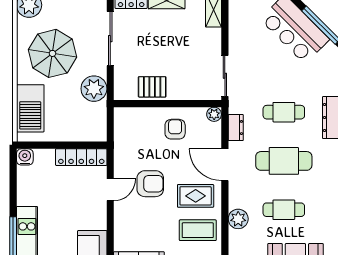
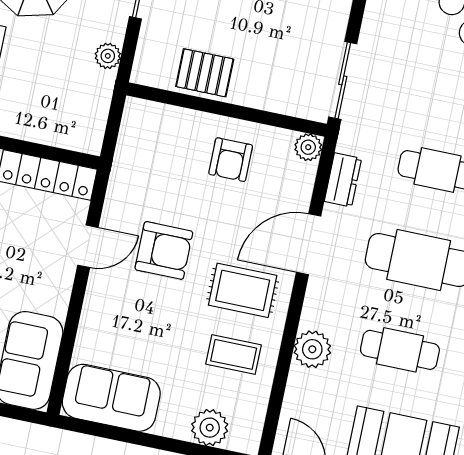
plant: (94, 89) -> (108, 56), width x0.53, depth x0.53
armchair: (175, 129) -> (231, 160), turned 180
door: (225, 165) -> (309, 244), hinge flipped
coffee table: (198, 230) -> (234, 354), width x0.73, depth x0.77

